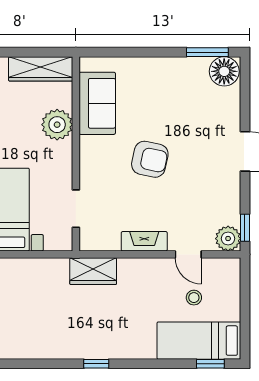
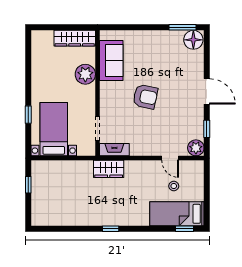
window: (245, 228) -> (207, 129), moved
fireplace: (144, 241) -> (114, 150), moved

